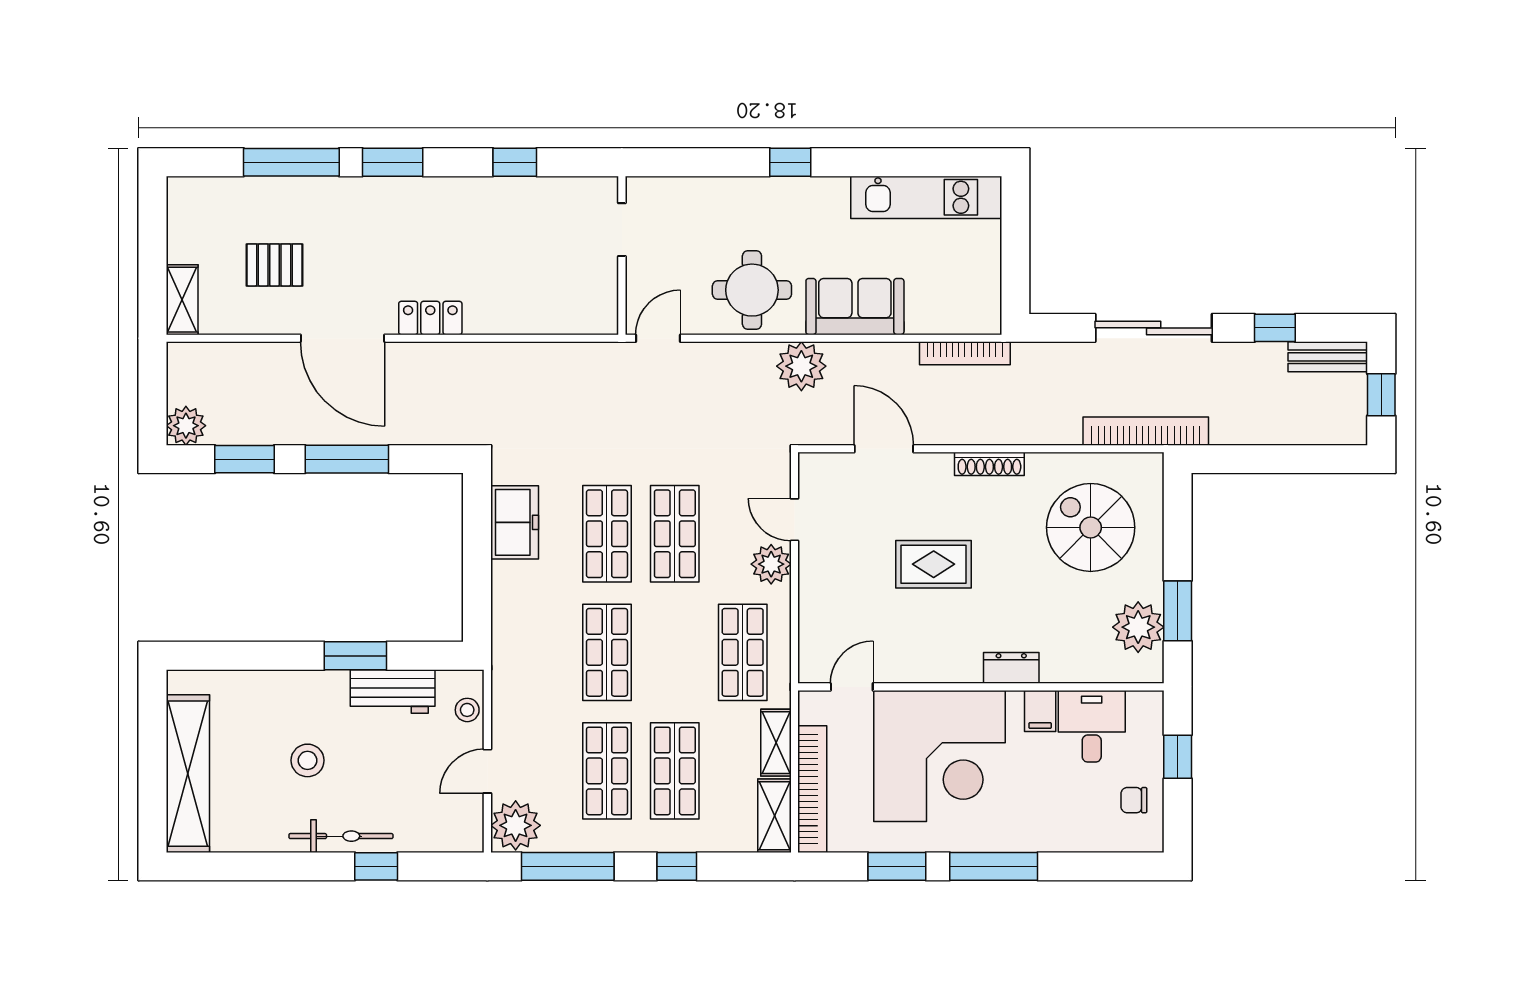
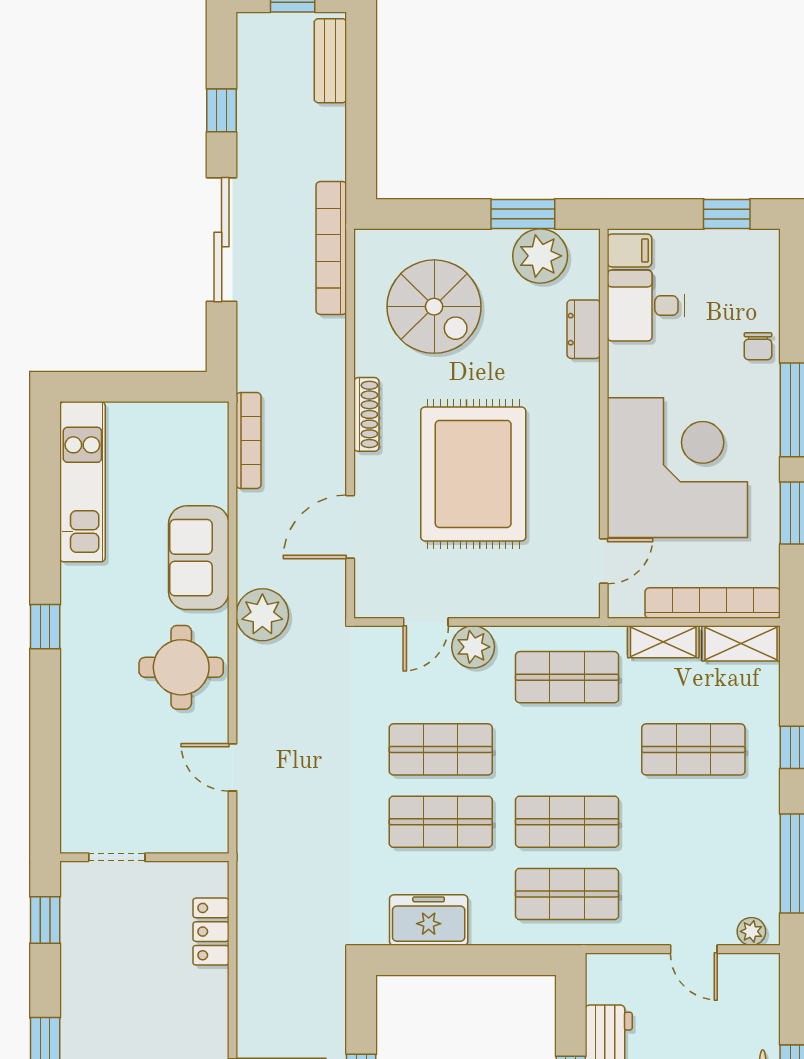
doorway: (622, 230) -> (117, 857), moved
wall: (622, 255) -> (144, 857), moved
locker: (430, 318) -> (211, 932), moved
bench: (1328, 357) -> (330, 61), moved
spiral stairs: (1091, 527) -> (434, 307), turned -90
rug: (934, 564) -> (473, 474), width x1.86, depth x2.06
dresser: (1011, 668) -> (584, 329), moved
door: (852, 687) -> (604, 561), swing flipped
stool: (467, 710) -> (628, 971), removed
filing cabinet: (1040, 711) -> (630, 251), moved
window: (1178, 757) -> (727, 214), moved
shop shelf: (607, 771) -> (567, 894), moved
chair: (1134, 800) -> (758, 346), moved
plant: (516, 825) -> (751, 931), width x0.53, depth x0.53

